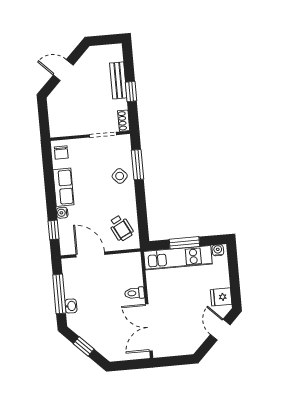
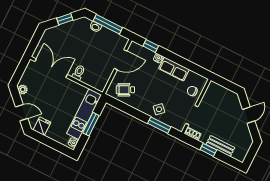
chair: (61, 152) -> (192, 91), moved
plant: (193, 345) -> (23, 90), added

